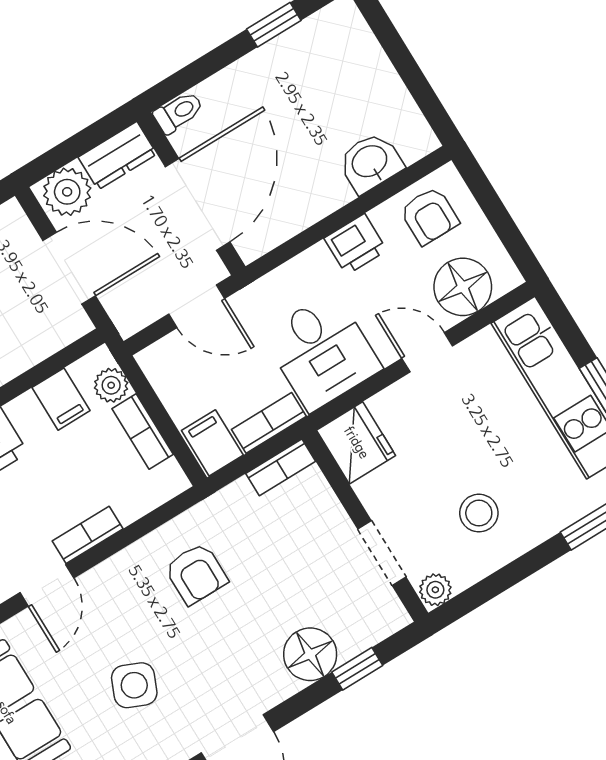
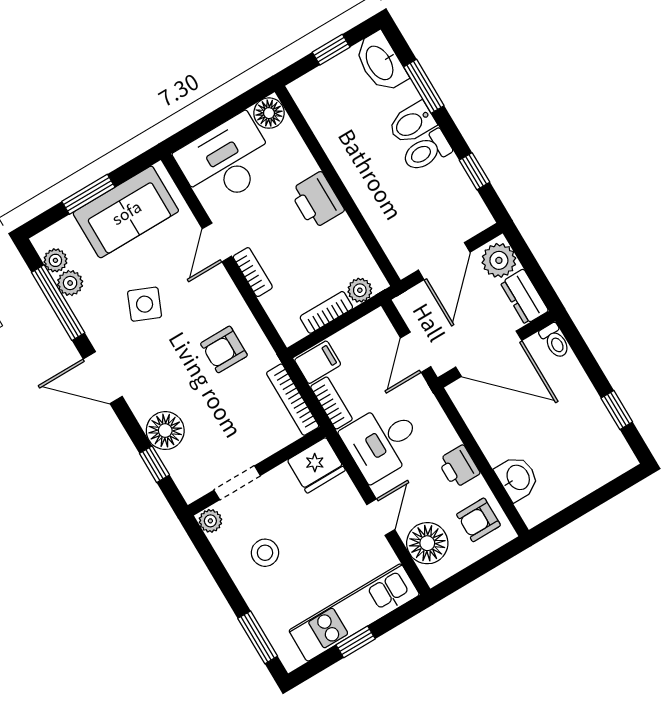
filing cabinet: (61, 399) -> (350, 254), removed
bookcase: (281, 467) -> (293, 400), width x1.56
door: (47, 585) -> (217, 242), hinge flipped

